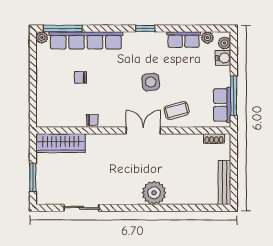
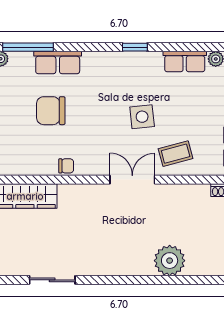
row of seats: (86, 40) -> (58, 62), width x0.50
chair: (81, 77) -> (51, 111), width x1.87, depth x1.87
plant: (154, 193) -> (170, 261), moved

